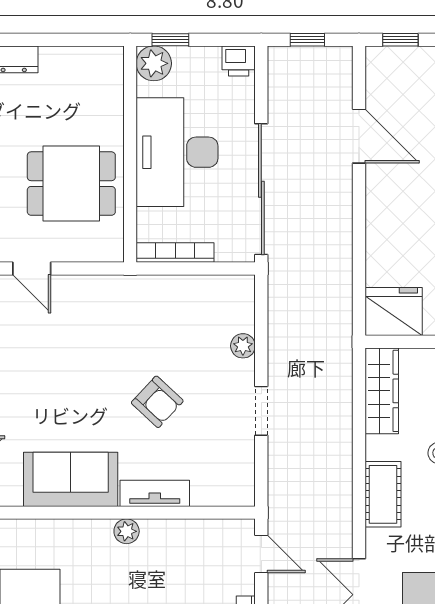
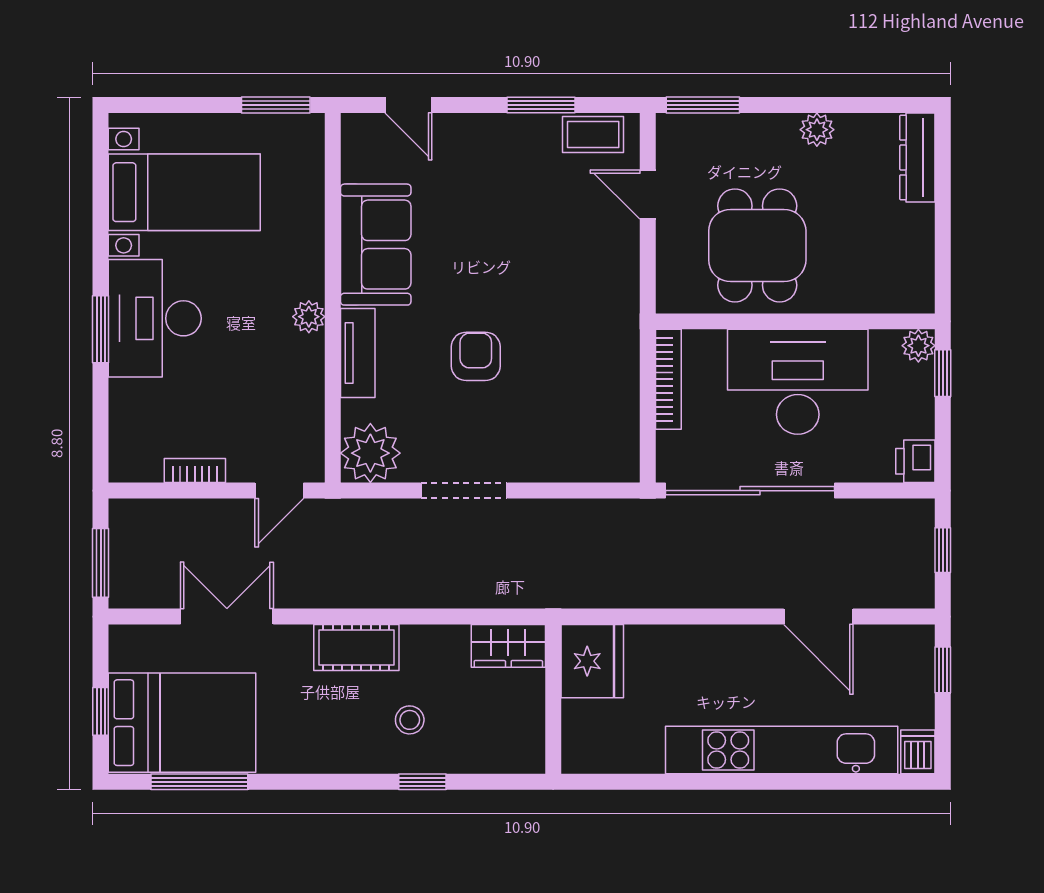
plant: (154, 63) -> (918, 346), width x0.73, depth x0.73
door: (359, 136) -> (818, 617), hinge flipped
door: (32, 269) -> (648, 194), hinge flipped
plant: (243, 346) -> (370, 453), moved, width x1.87, depth x1.87
wardrobe: (382, 391) -> (508, 646), width x0.67
armchair: (157, 402) -> (476, 356), turned 137
doorway: (261, 411) -> (464, 491), width x1.38

